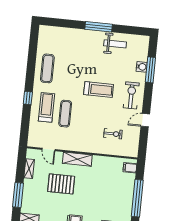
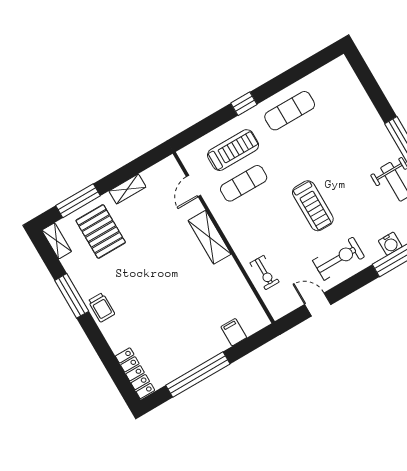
window: (28, 98) -> (244, 104), moved
door: (49, 149) -> (194, 186), moved
wall: (82, 153) -> (224, 238), moved
shelving: (77, 159) -> (210, 237), moved
pallet: (61, 184) -> (101, 231), moved

